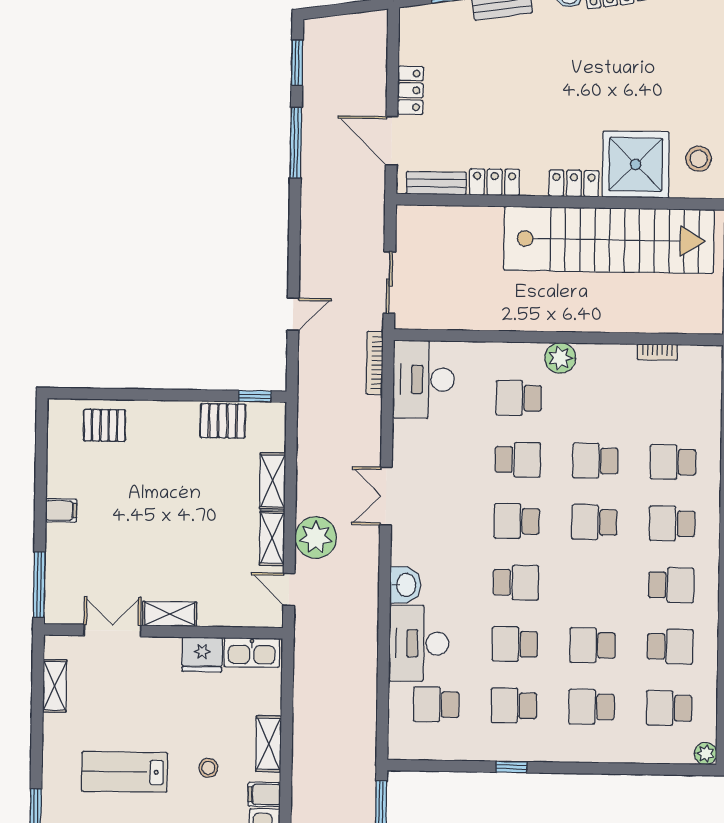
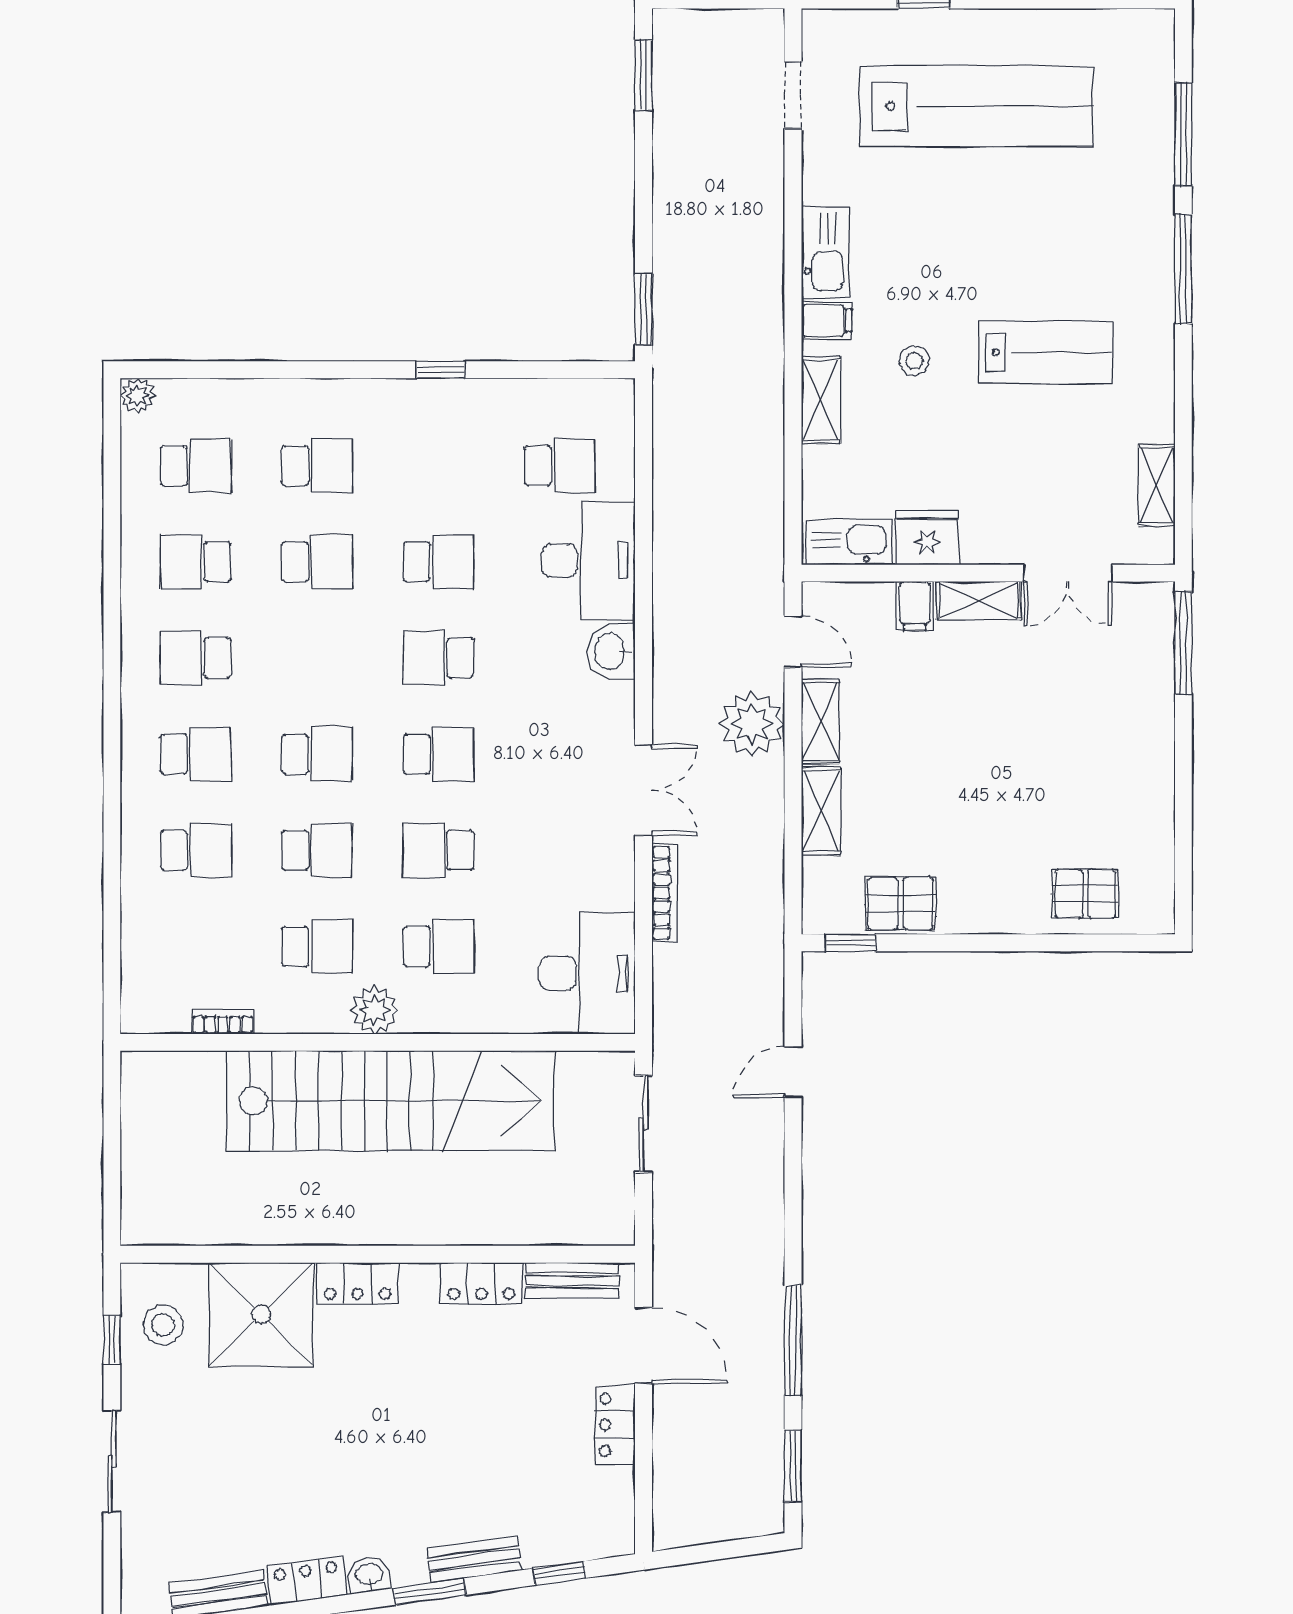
stairs: (609, 240) -> (391, 1101), moved, turned 180
bookcase: (375, 363) -> (664, 893), moved
filing cabinet: (61, 510) -> (915, 606), moved, turned -90
school desk: (514, 706) -> (317, 946), moved

